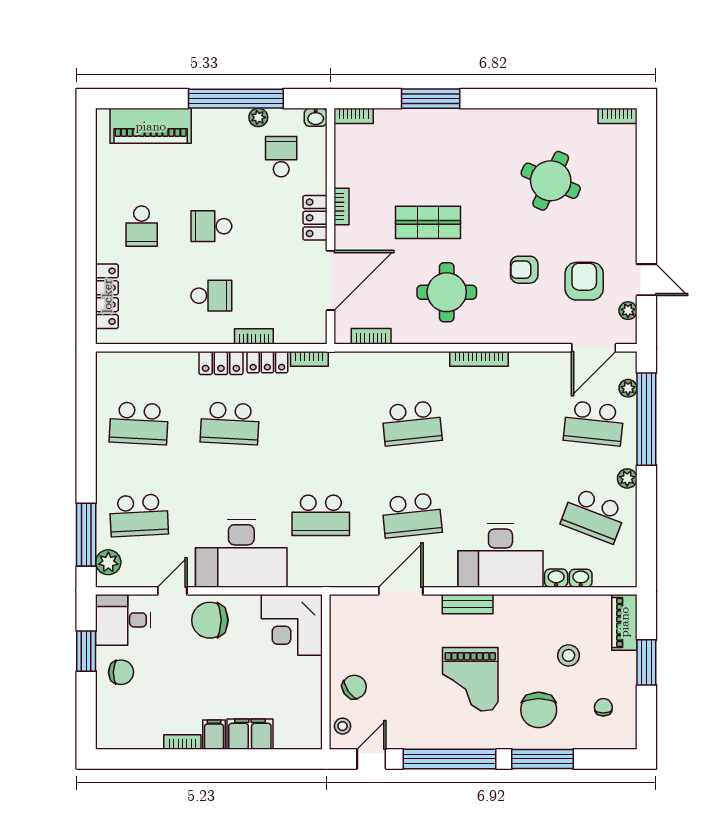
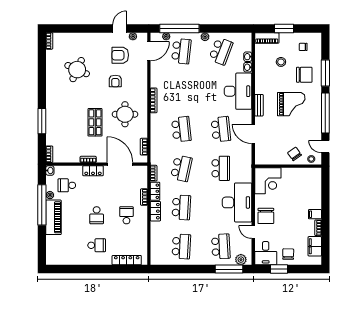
piano: (151, 126) -> (54, 217), moved
door: (594, 348) -> (149, 51), hinge flipped
school desk: (321, 423) -> (181, 168), added
filing cabinet: (250, 734) -> (315, 246), moved

